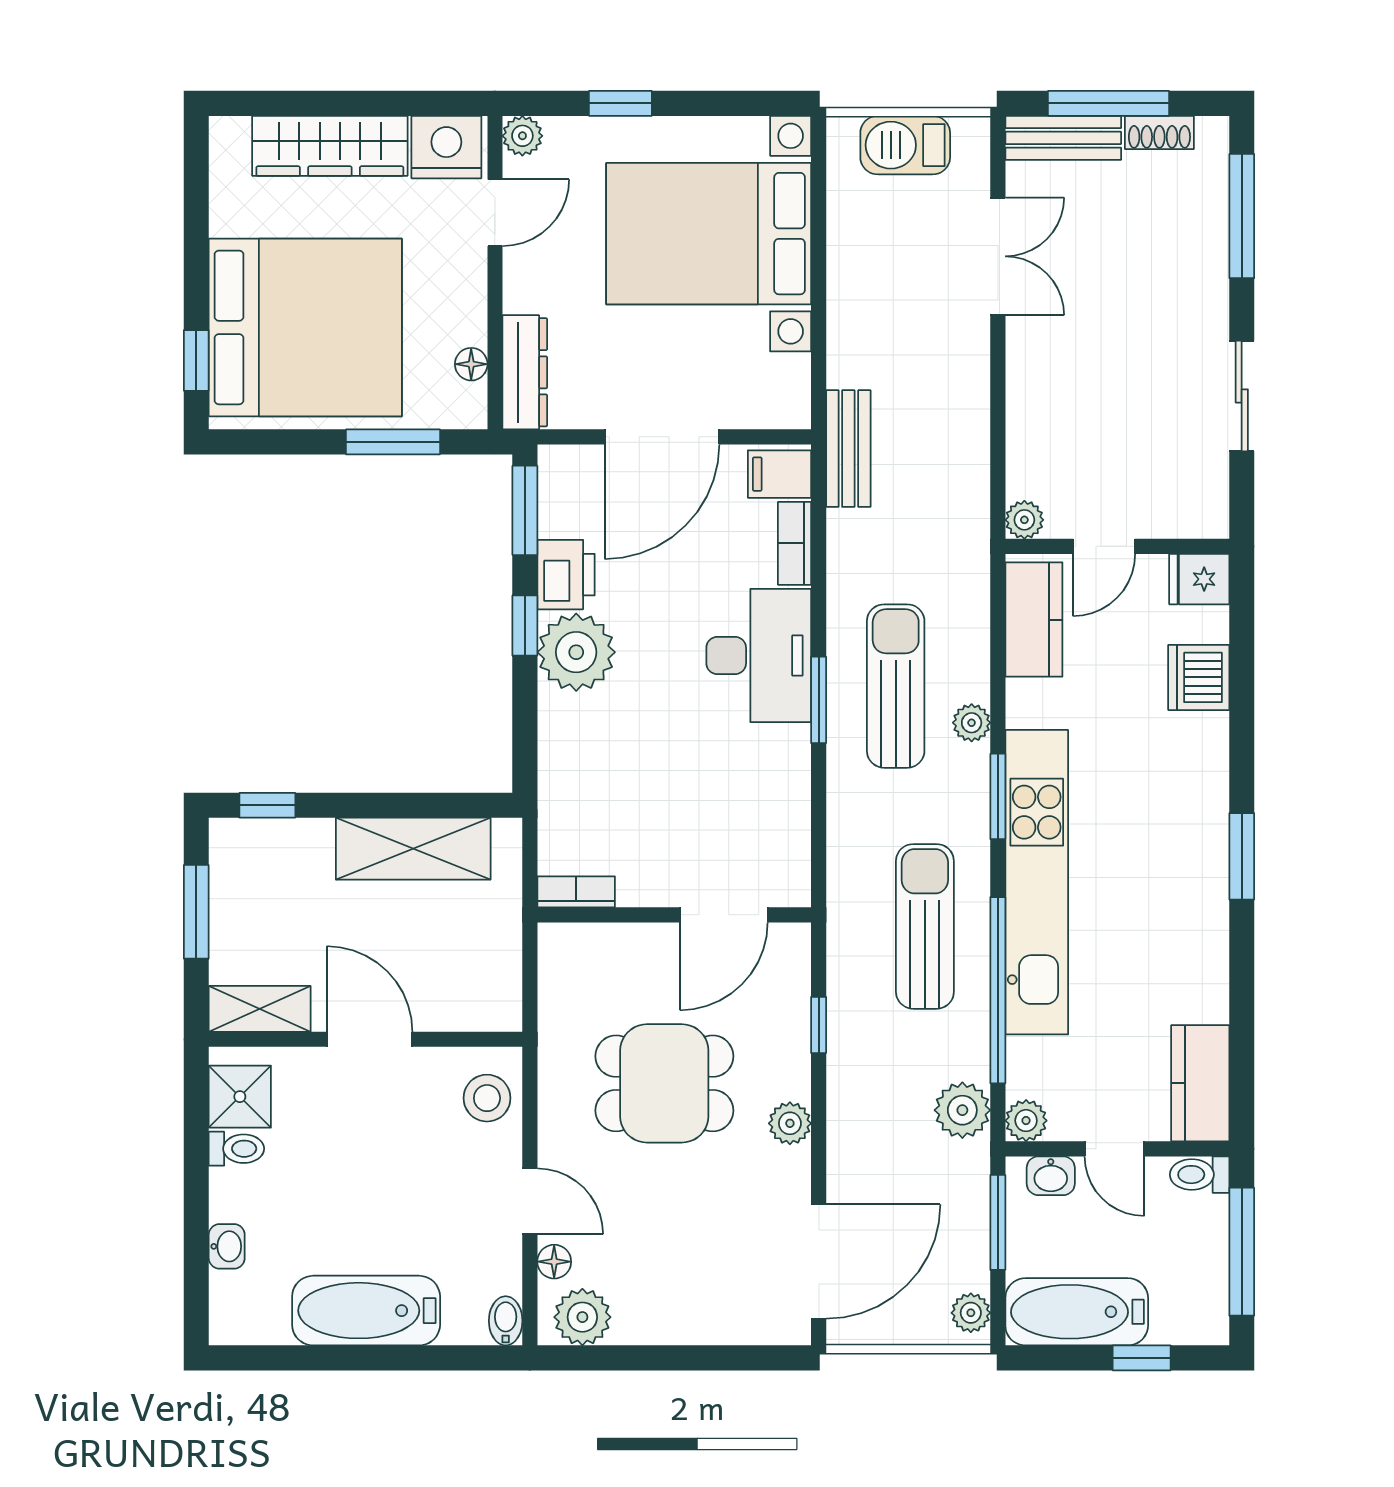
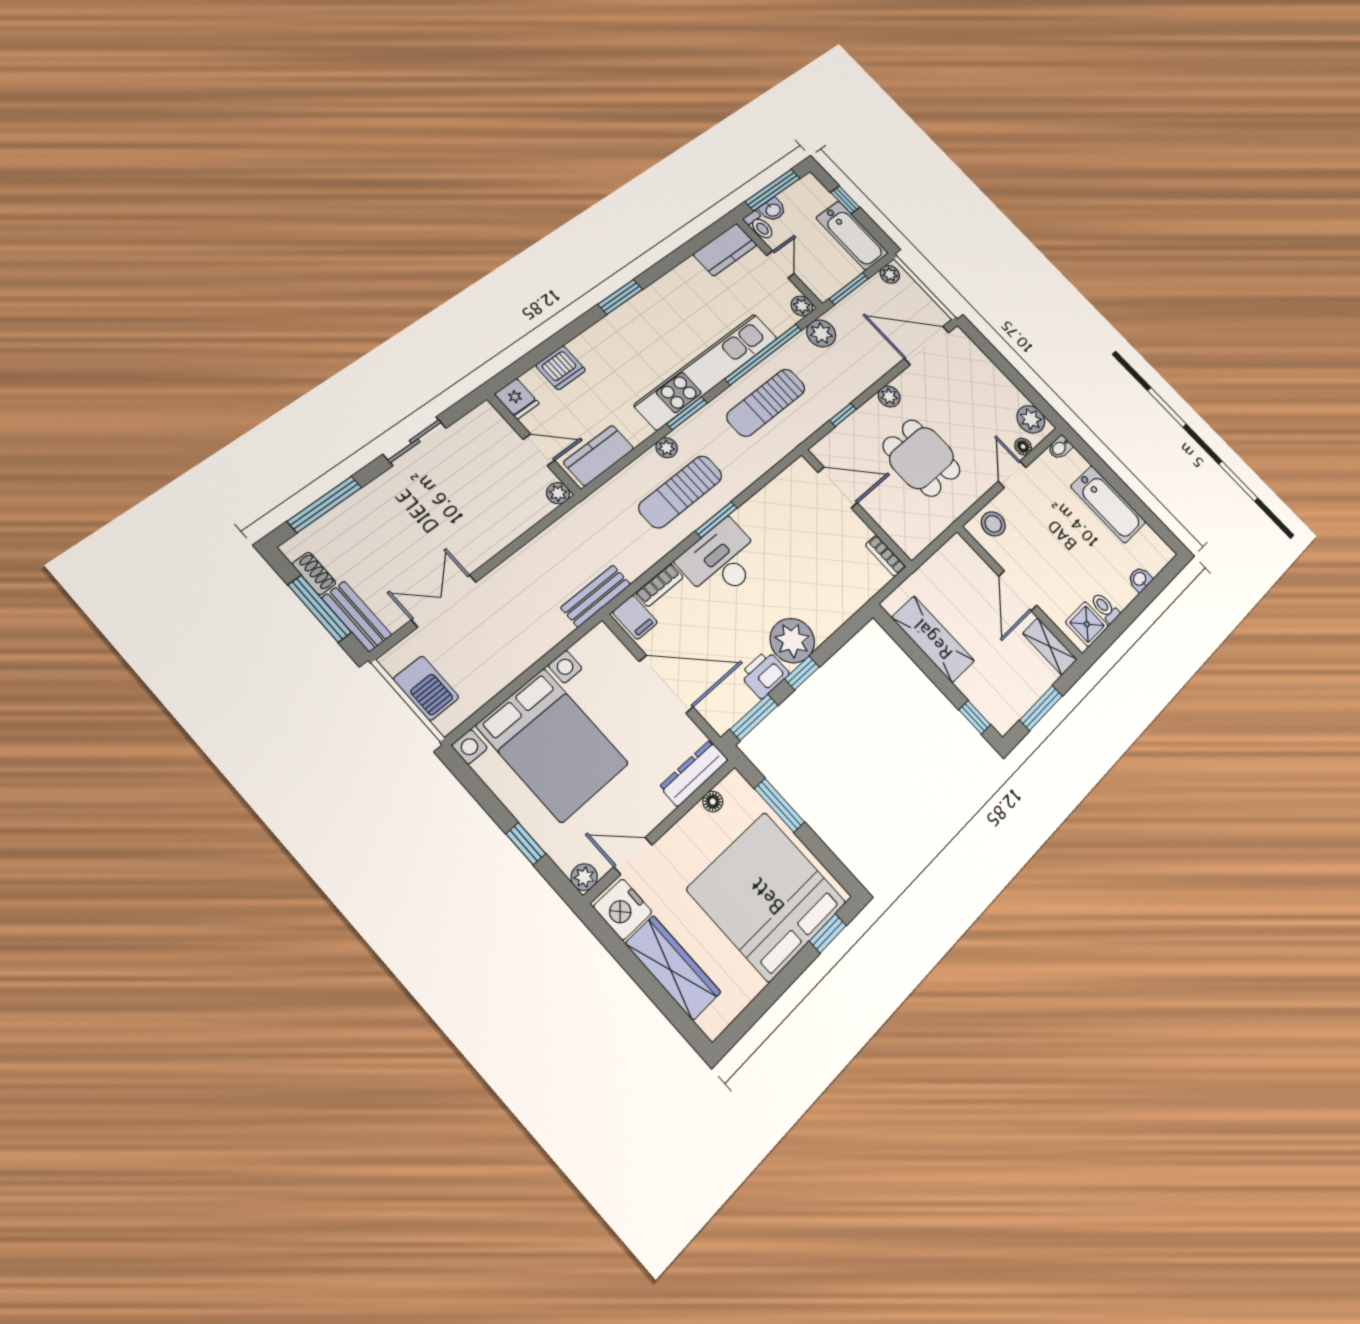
washbasin: (1051, 1176) -> (773, 210), moved, turned 90

